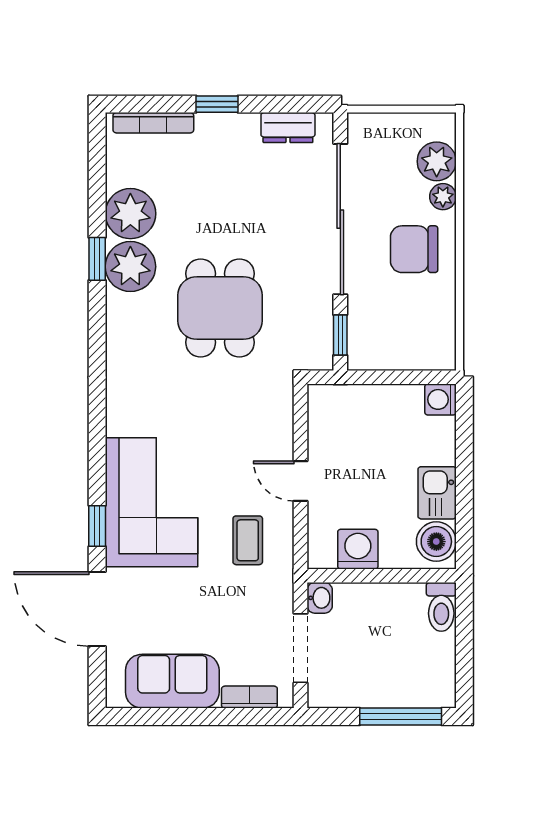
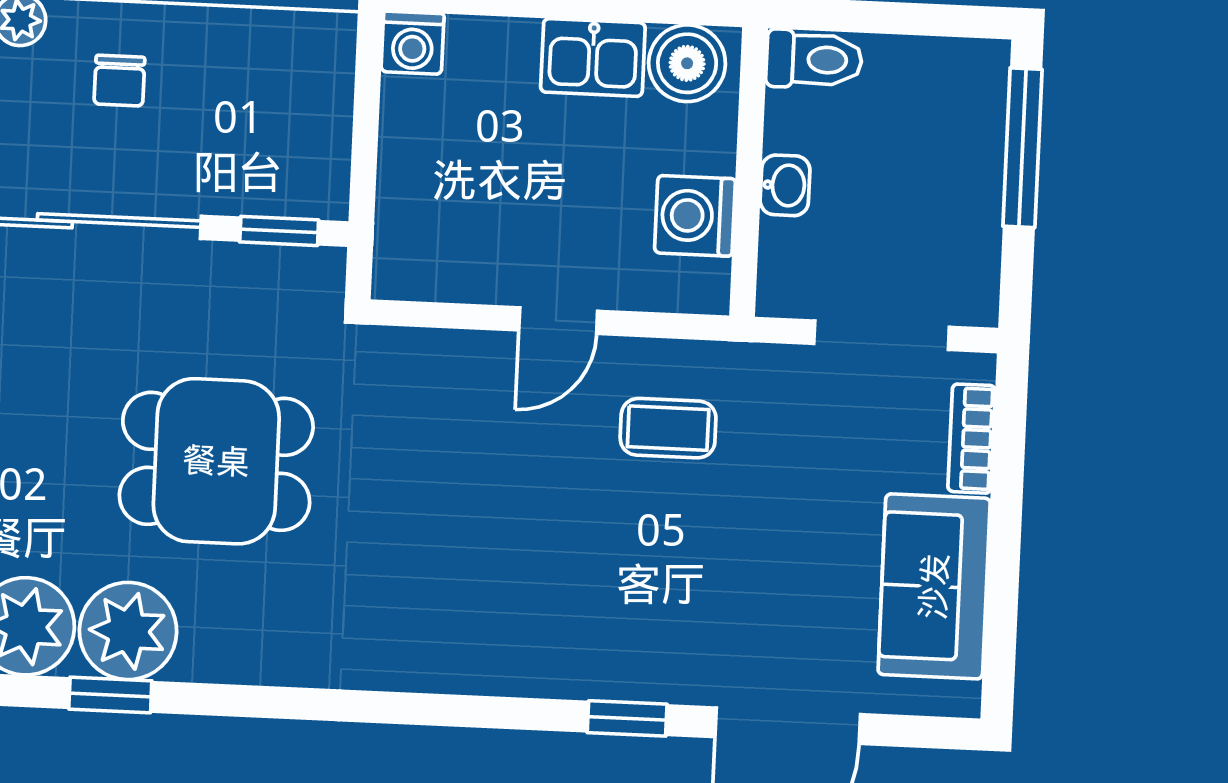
chair: (414, 249) -> (119, 81), width x0.54, depth x0.54
corner sofa: (151, 502) -> (586, 611), removed
washbasin: (320, 598) -> (785, 185), moved, turned 90

